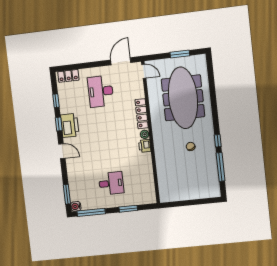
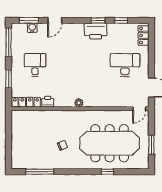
locker: (142, 114) -> (26, 102), moved
window: (218, 141) -> (107, 172), moved
printer: (145, 146) -> (48, 102), moved
door: (62, 151) -> (55, 20), moved
desk: (111, 183) -> (35, 65), turned 180
water cooler: (76, 206) -> (32, 28), moved

